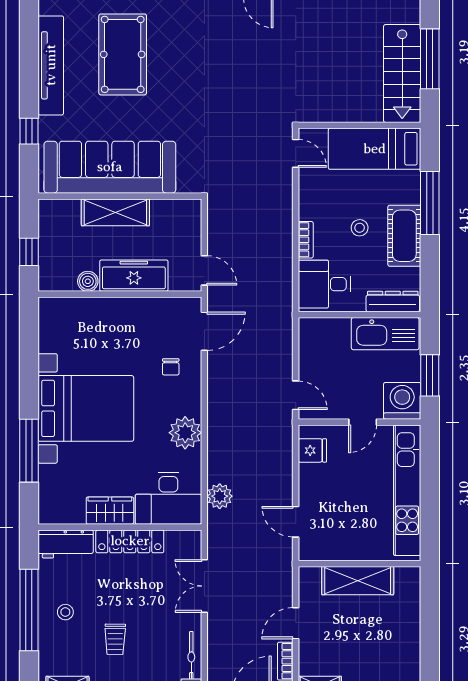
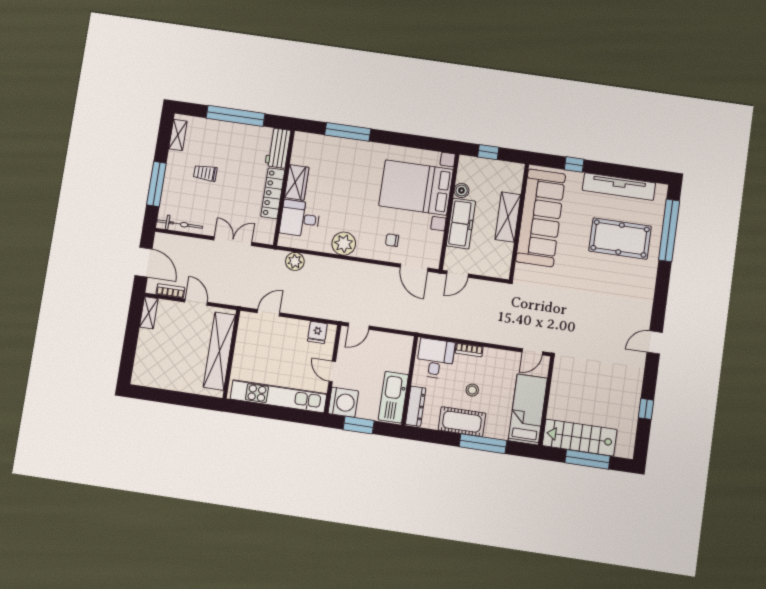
bed with nightstands: (86, 408) -> (416, 188), moved, turned 90
desk: (168, 498) -> (300, 219), width x0.73
shelving: (358, 581) -> (219, 351), width x1.47
stool: (65, 612) -> (230, 141), removed

